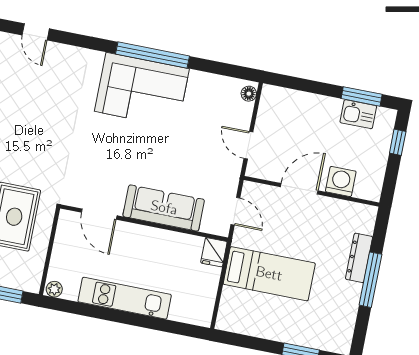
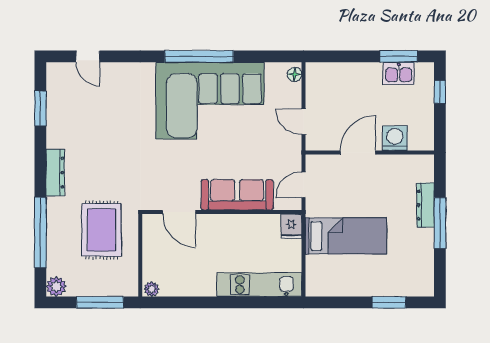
corner sofa: (142, 90) -> (210, 101), width x1.36, depth x1.36
door: (235, 211) -> (304, 185), swing flipped
kitchen unit: (125, 298) -> (259, 285), moved

